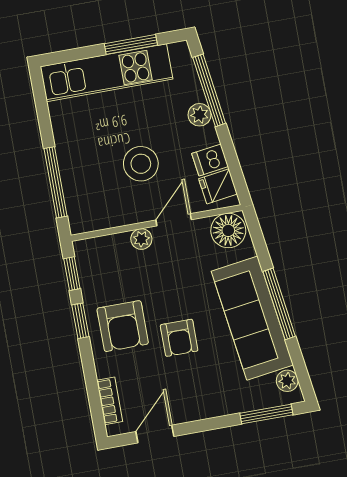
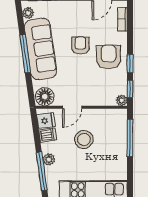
plant: (141, 239) -> (122, 100), moved

